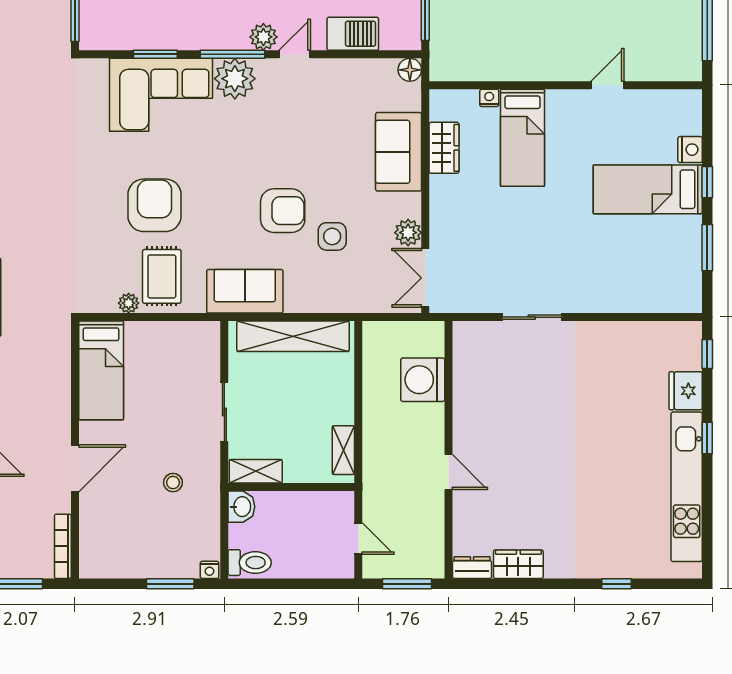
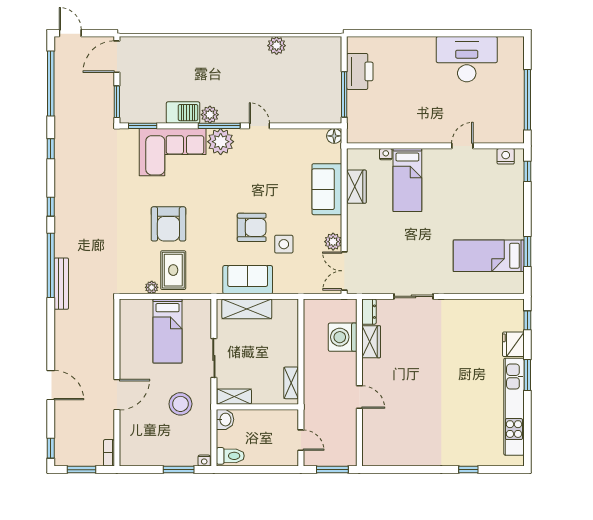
barbecue: (353, 34) -> (183, 113), moved
plant: (263, 37) -> (210, 115), moved
window: (155, 54) -> (143, 126), moved
door: (295, 54) -> (259, 126), hinge flipped
nightstand: (690, 150) -> (506, 156), moved, turned -90
window: (707, 182) -> (527, 171), moved
bed: (648, 189) -> (489, 256), moved
armchair: (154, 205) -> (168, 224), turned 180
sofa: (245, 291) -> (248, 280), moved
shelving: (293, 336) -> (247, 309), width x0.68
bed: (101, 370) -> (167, 331), moved
window: (707, 438) -> (527, 375), width x1.50
stool: (173, 483) -> (180, 404), width x1.89, depth x1.89
bookcase: (63, 546) -> (109, 453), width x0.64
wardrobe: (518, 564) -> (371, 342), moved, turned 90
dresser: (472, 568) -> (369, 312), moved, turned 90

